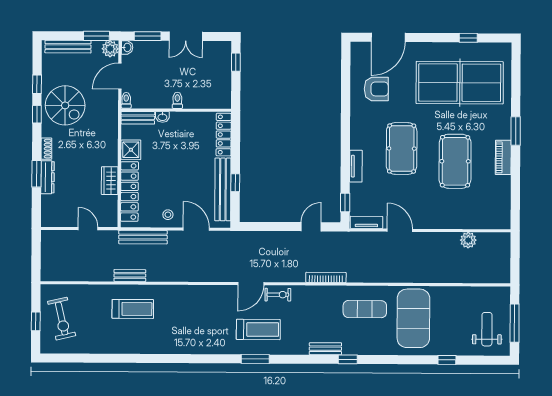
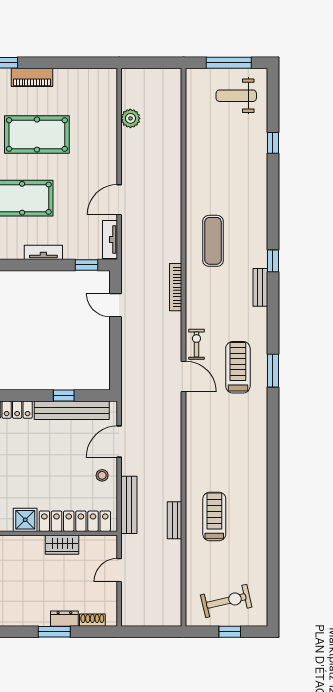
shoe rack: (46, 149) -> (92, 620), moved
dresser: (48, 177) -> (64, 619), width x0.70
exercise mat: (413, 318) -> (224, 183), removed

